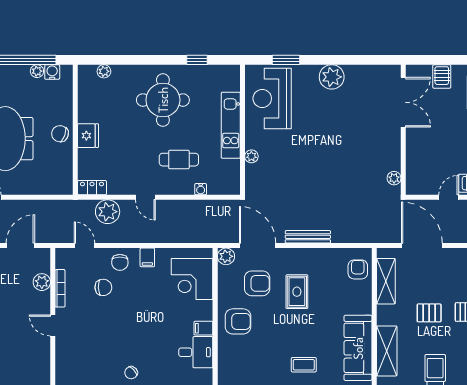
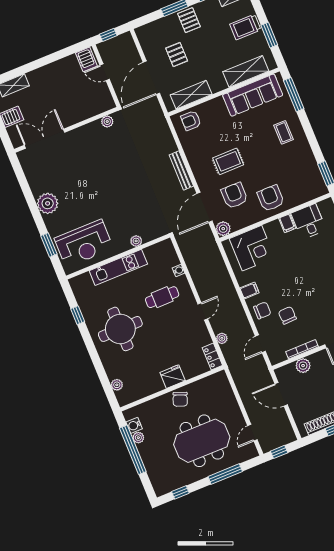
cafe table: (179, 160) -> (162, 297), turned 90
plant: (108, 212) -> (222, 338), width x0.53, depth x0.53
pallet: (429, 313) -> (177, 55), moved

